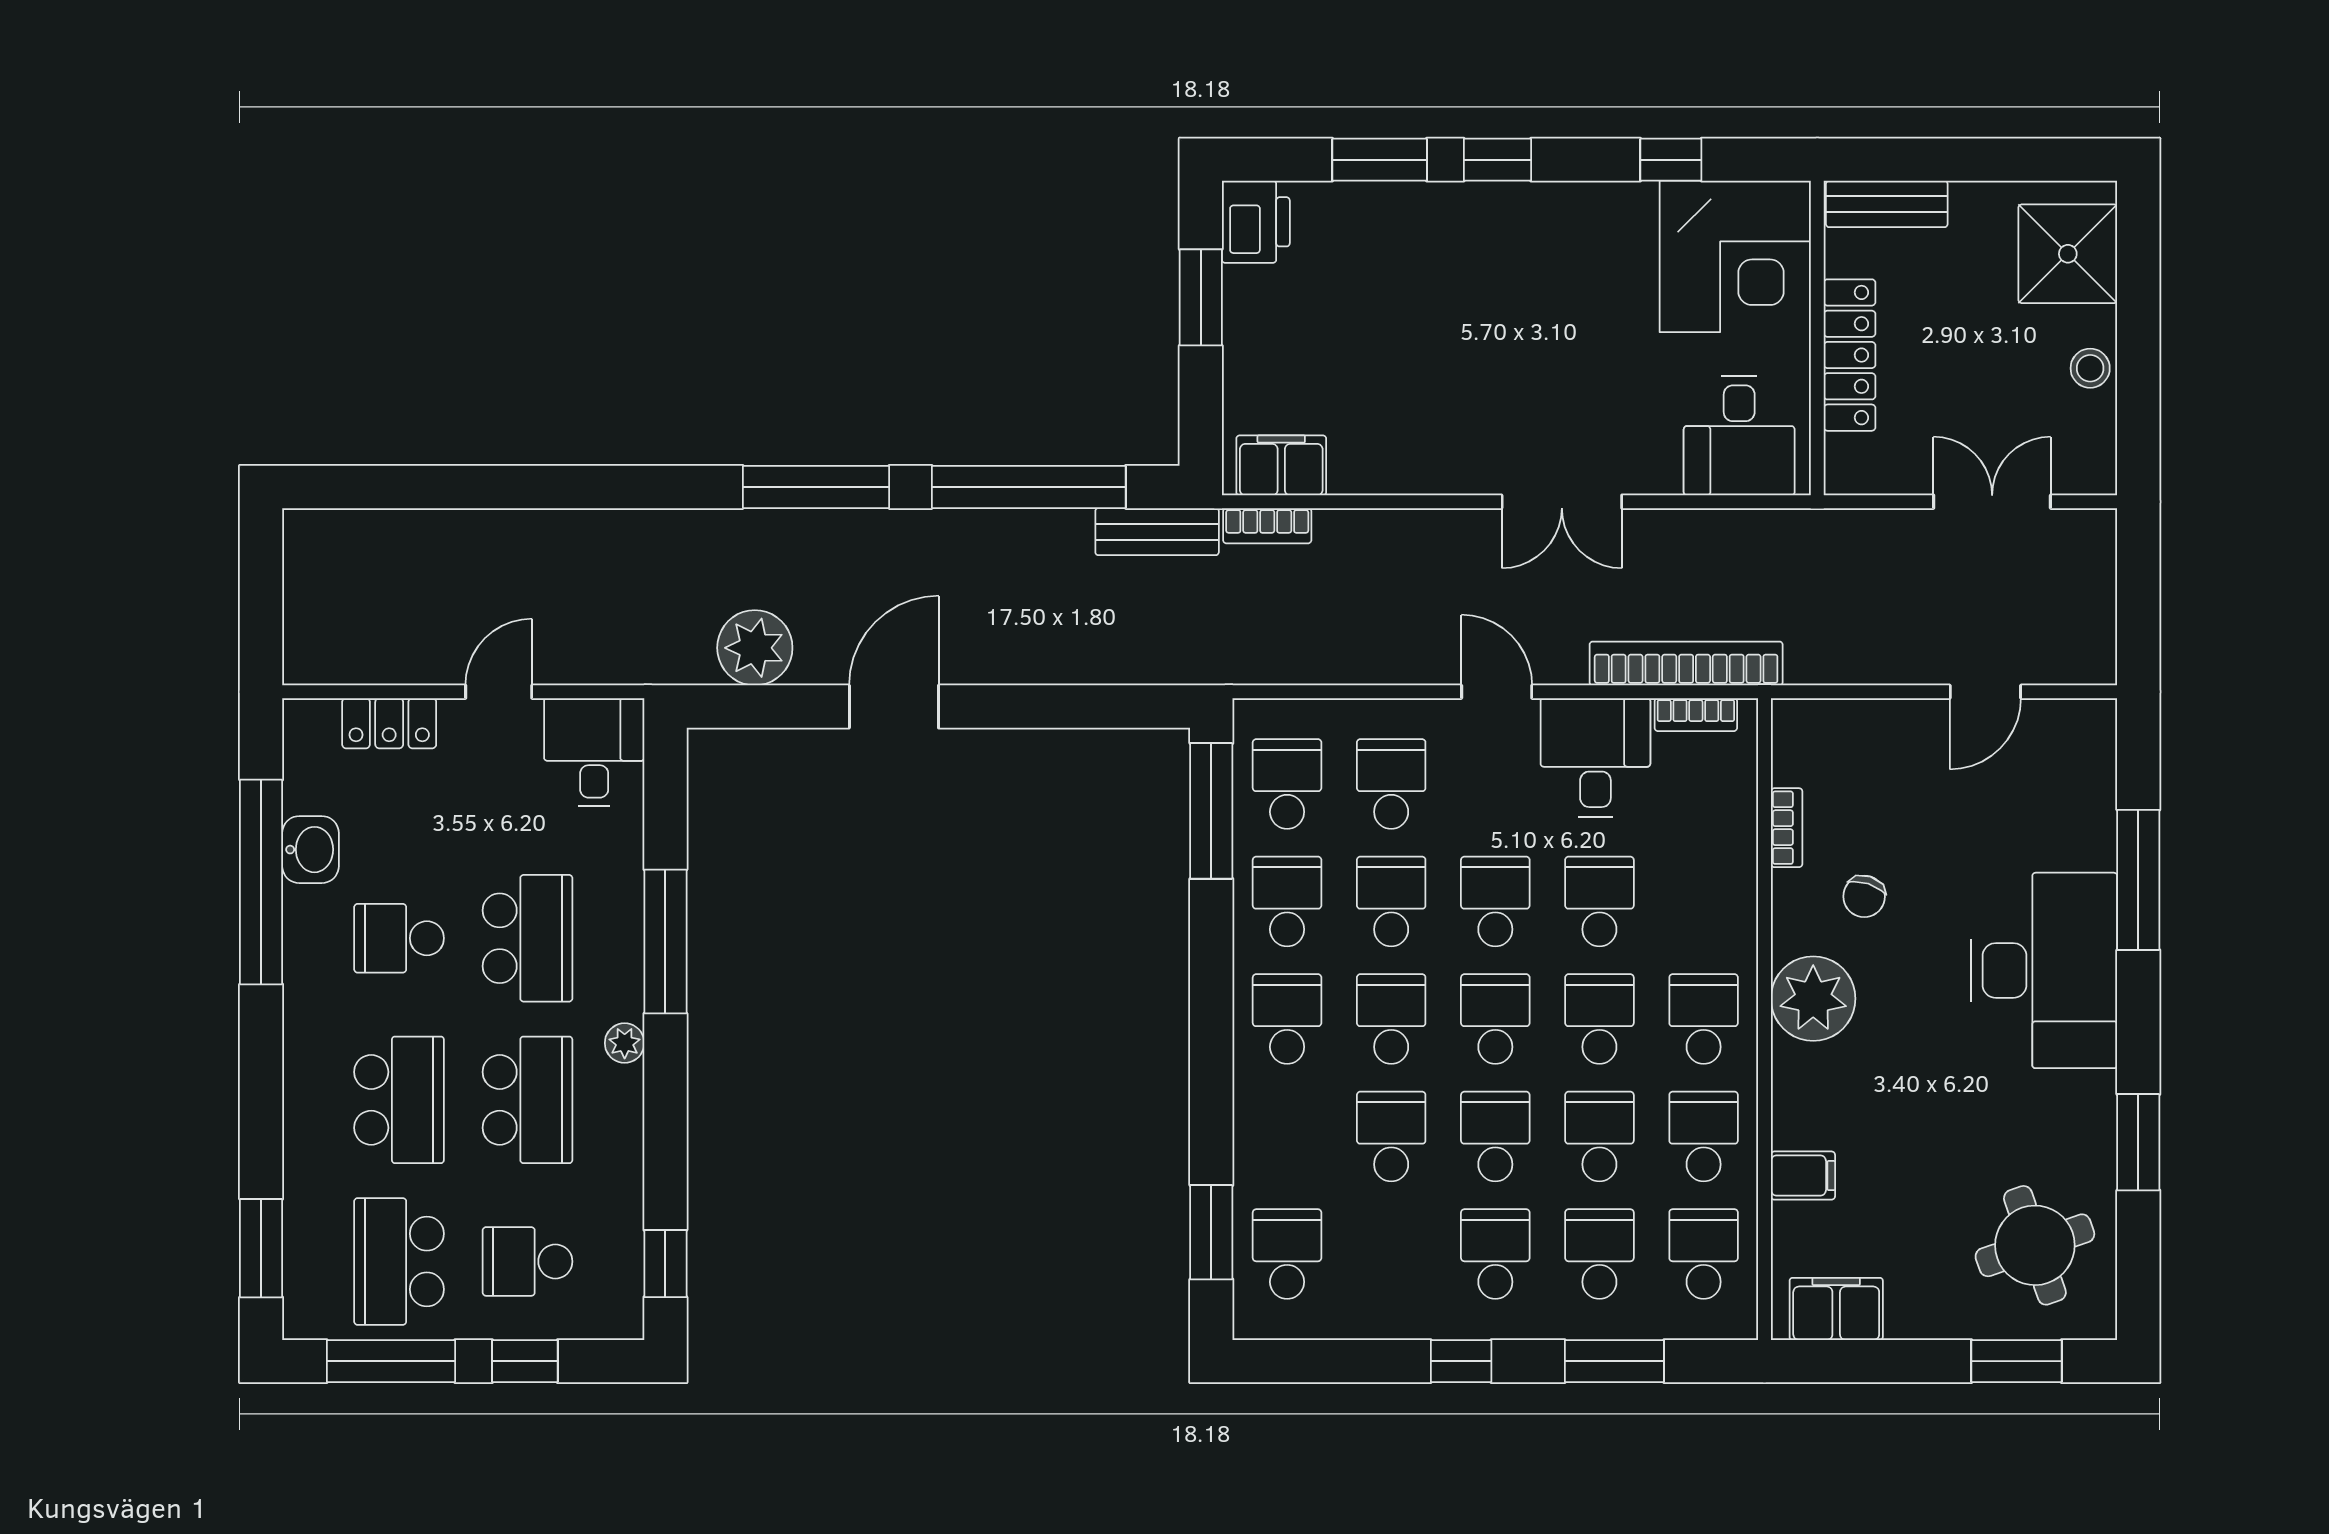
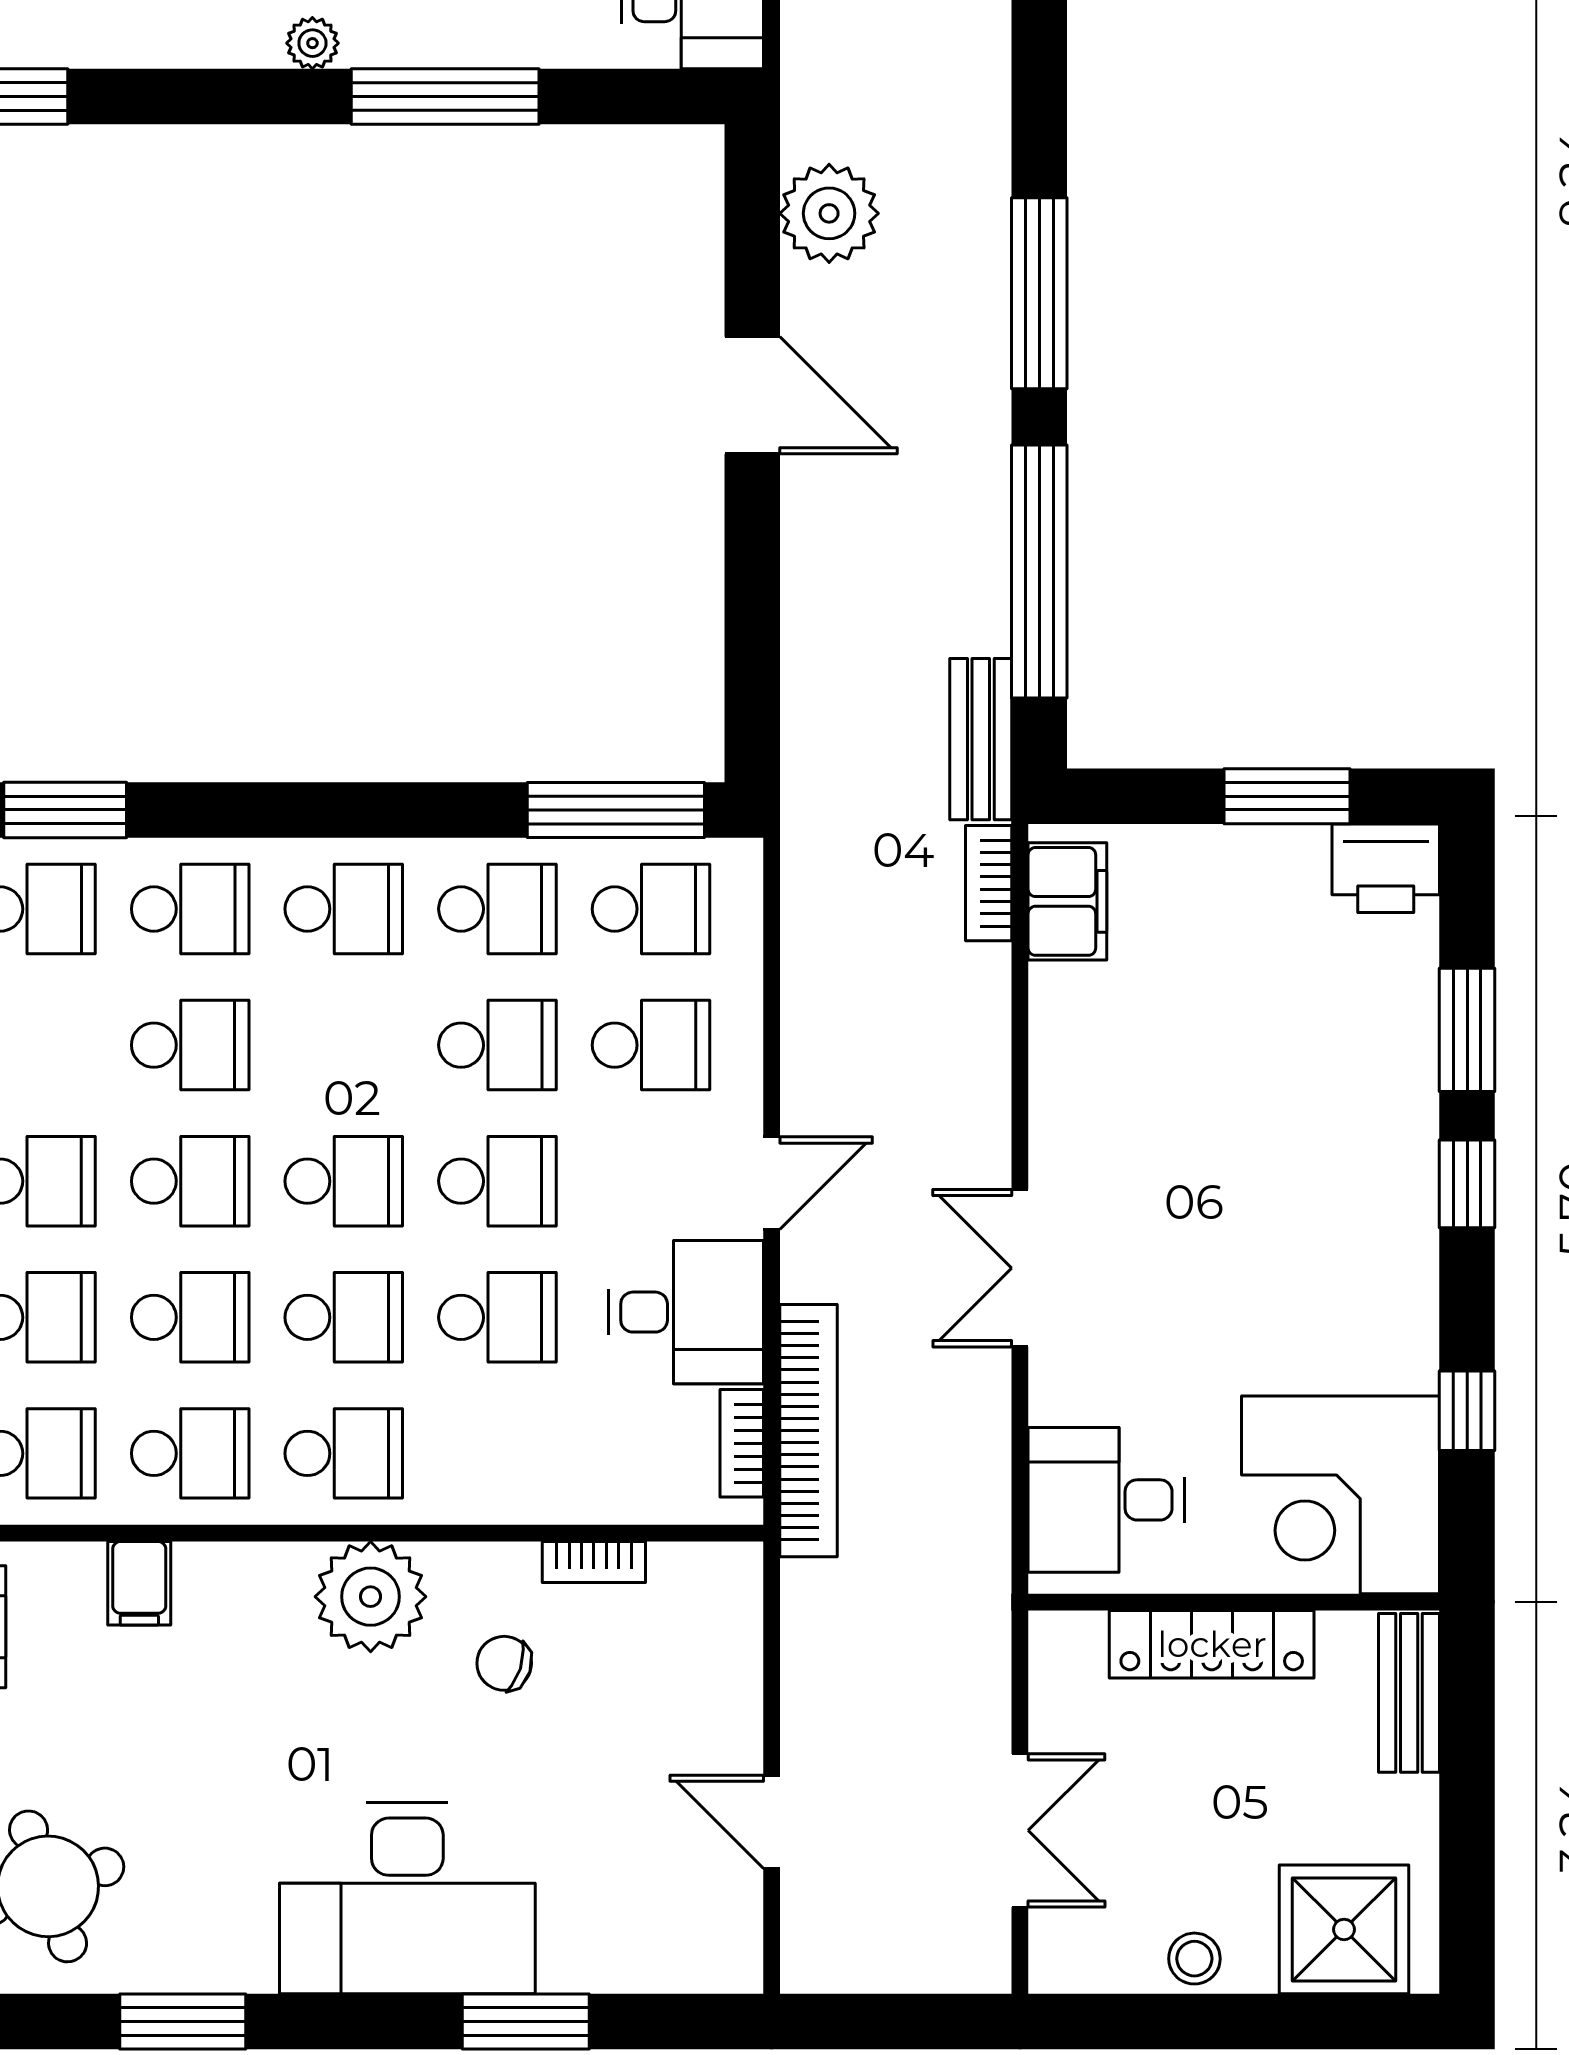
window: (2138, 880) -> (526, 2022), width x0.69
school desk: (1391, 1019) -> (190, 909), moved

